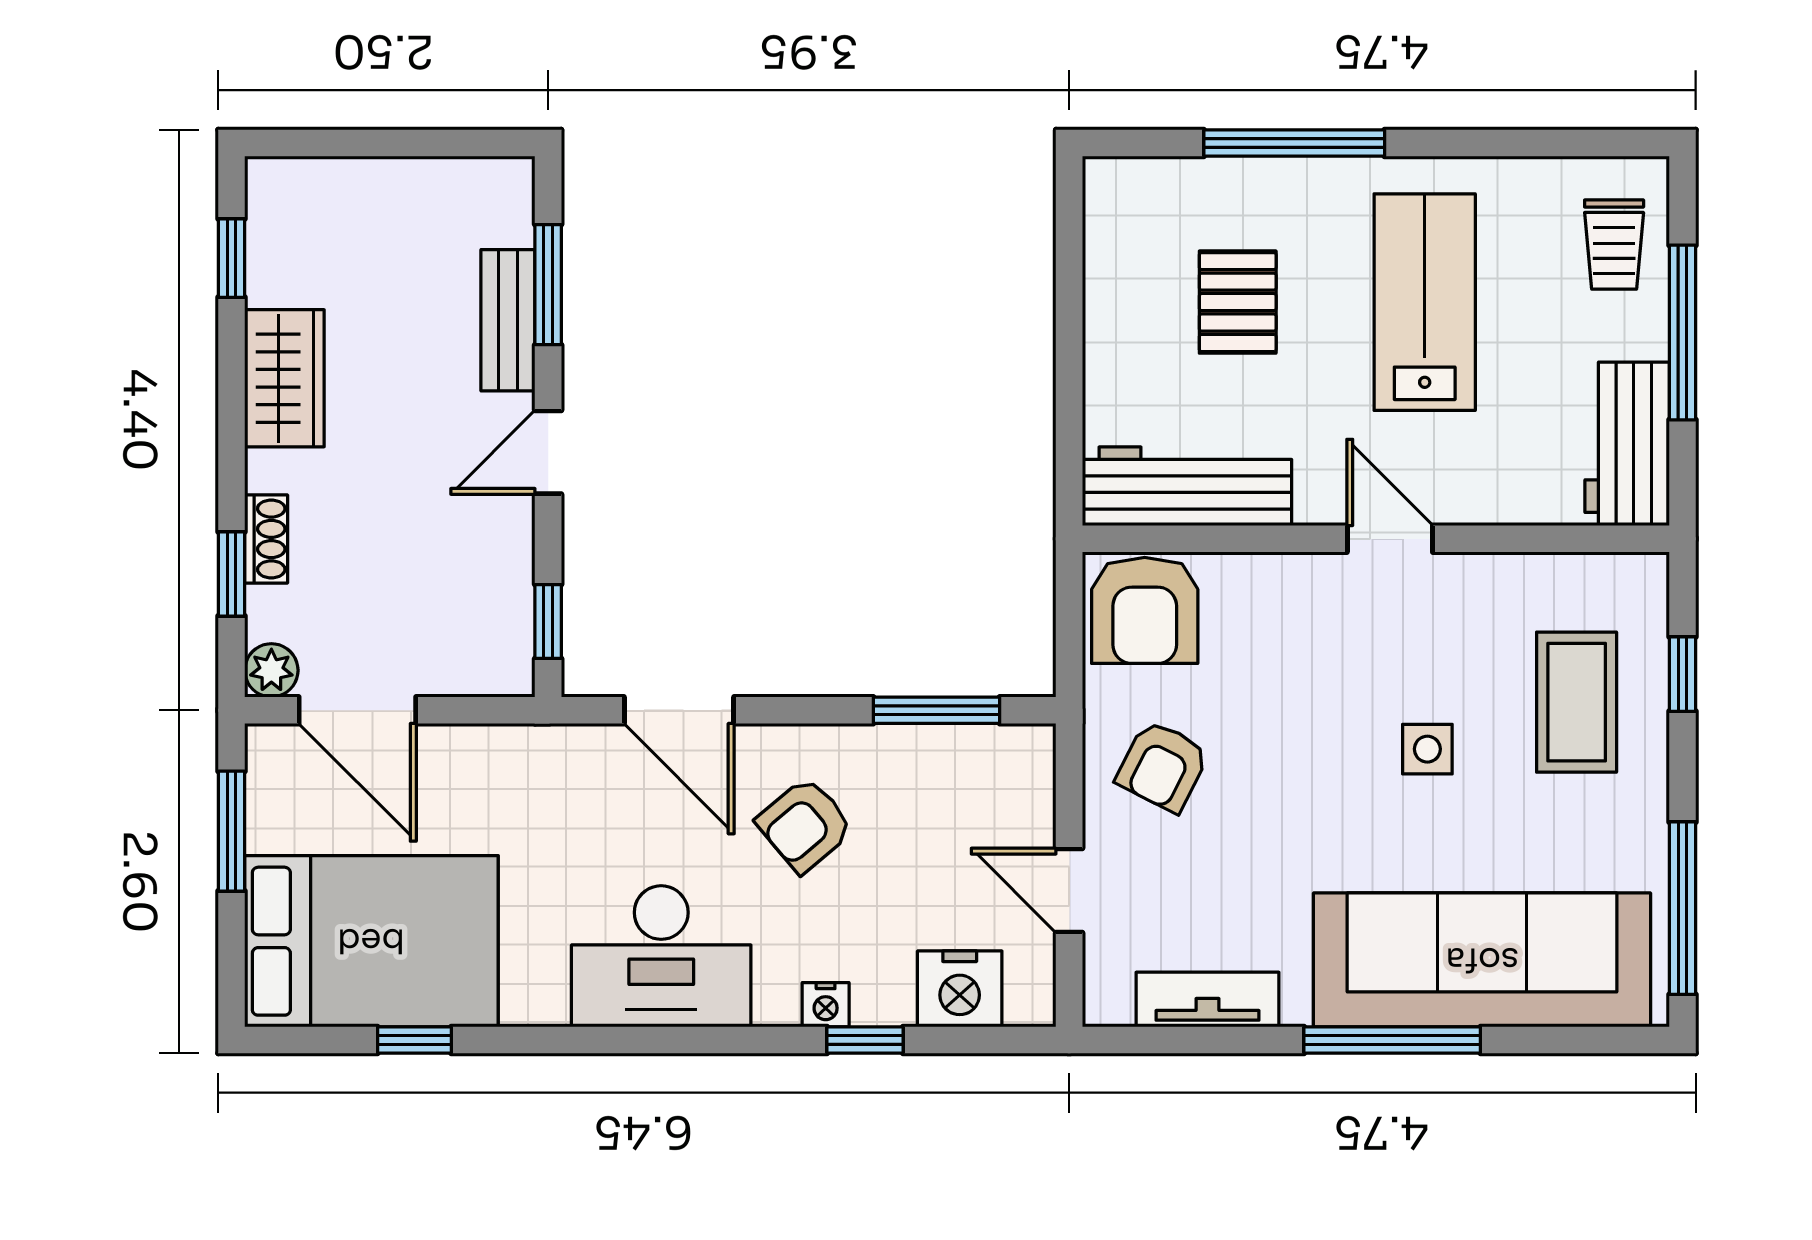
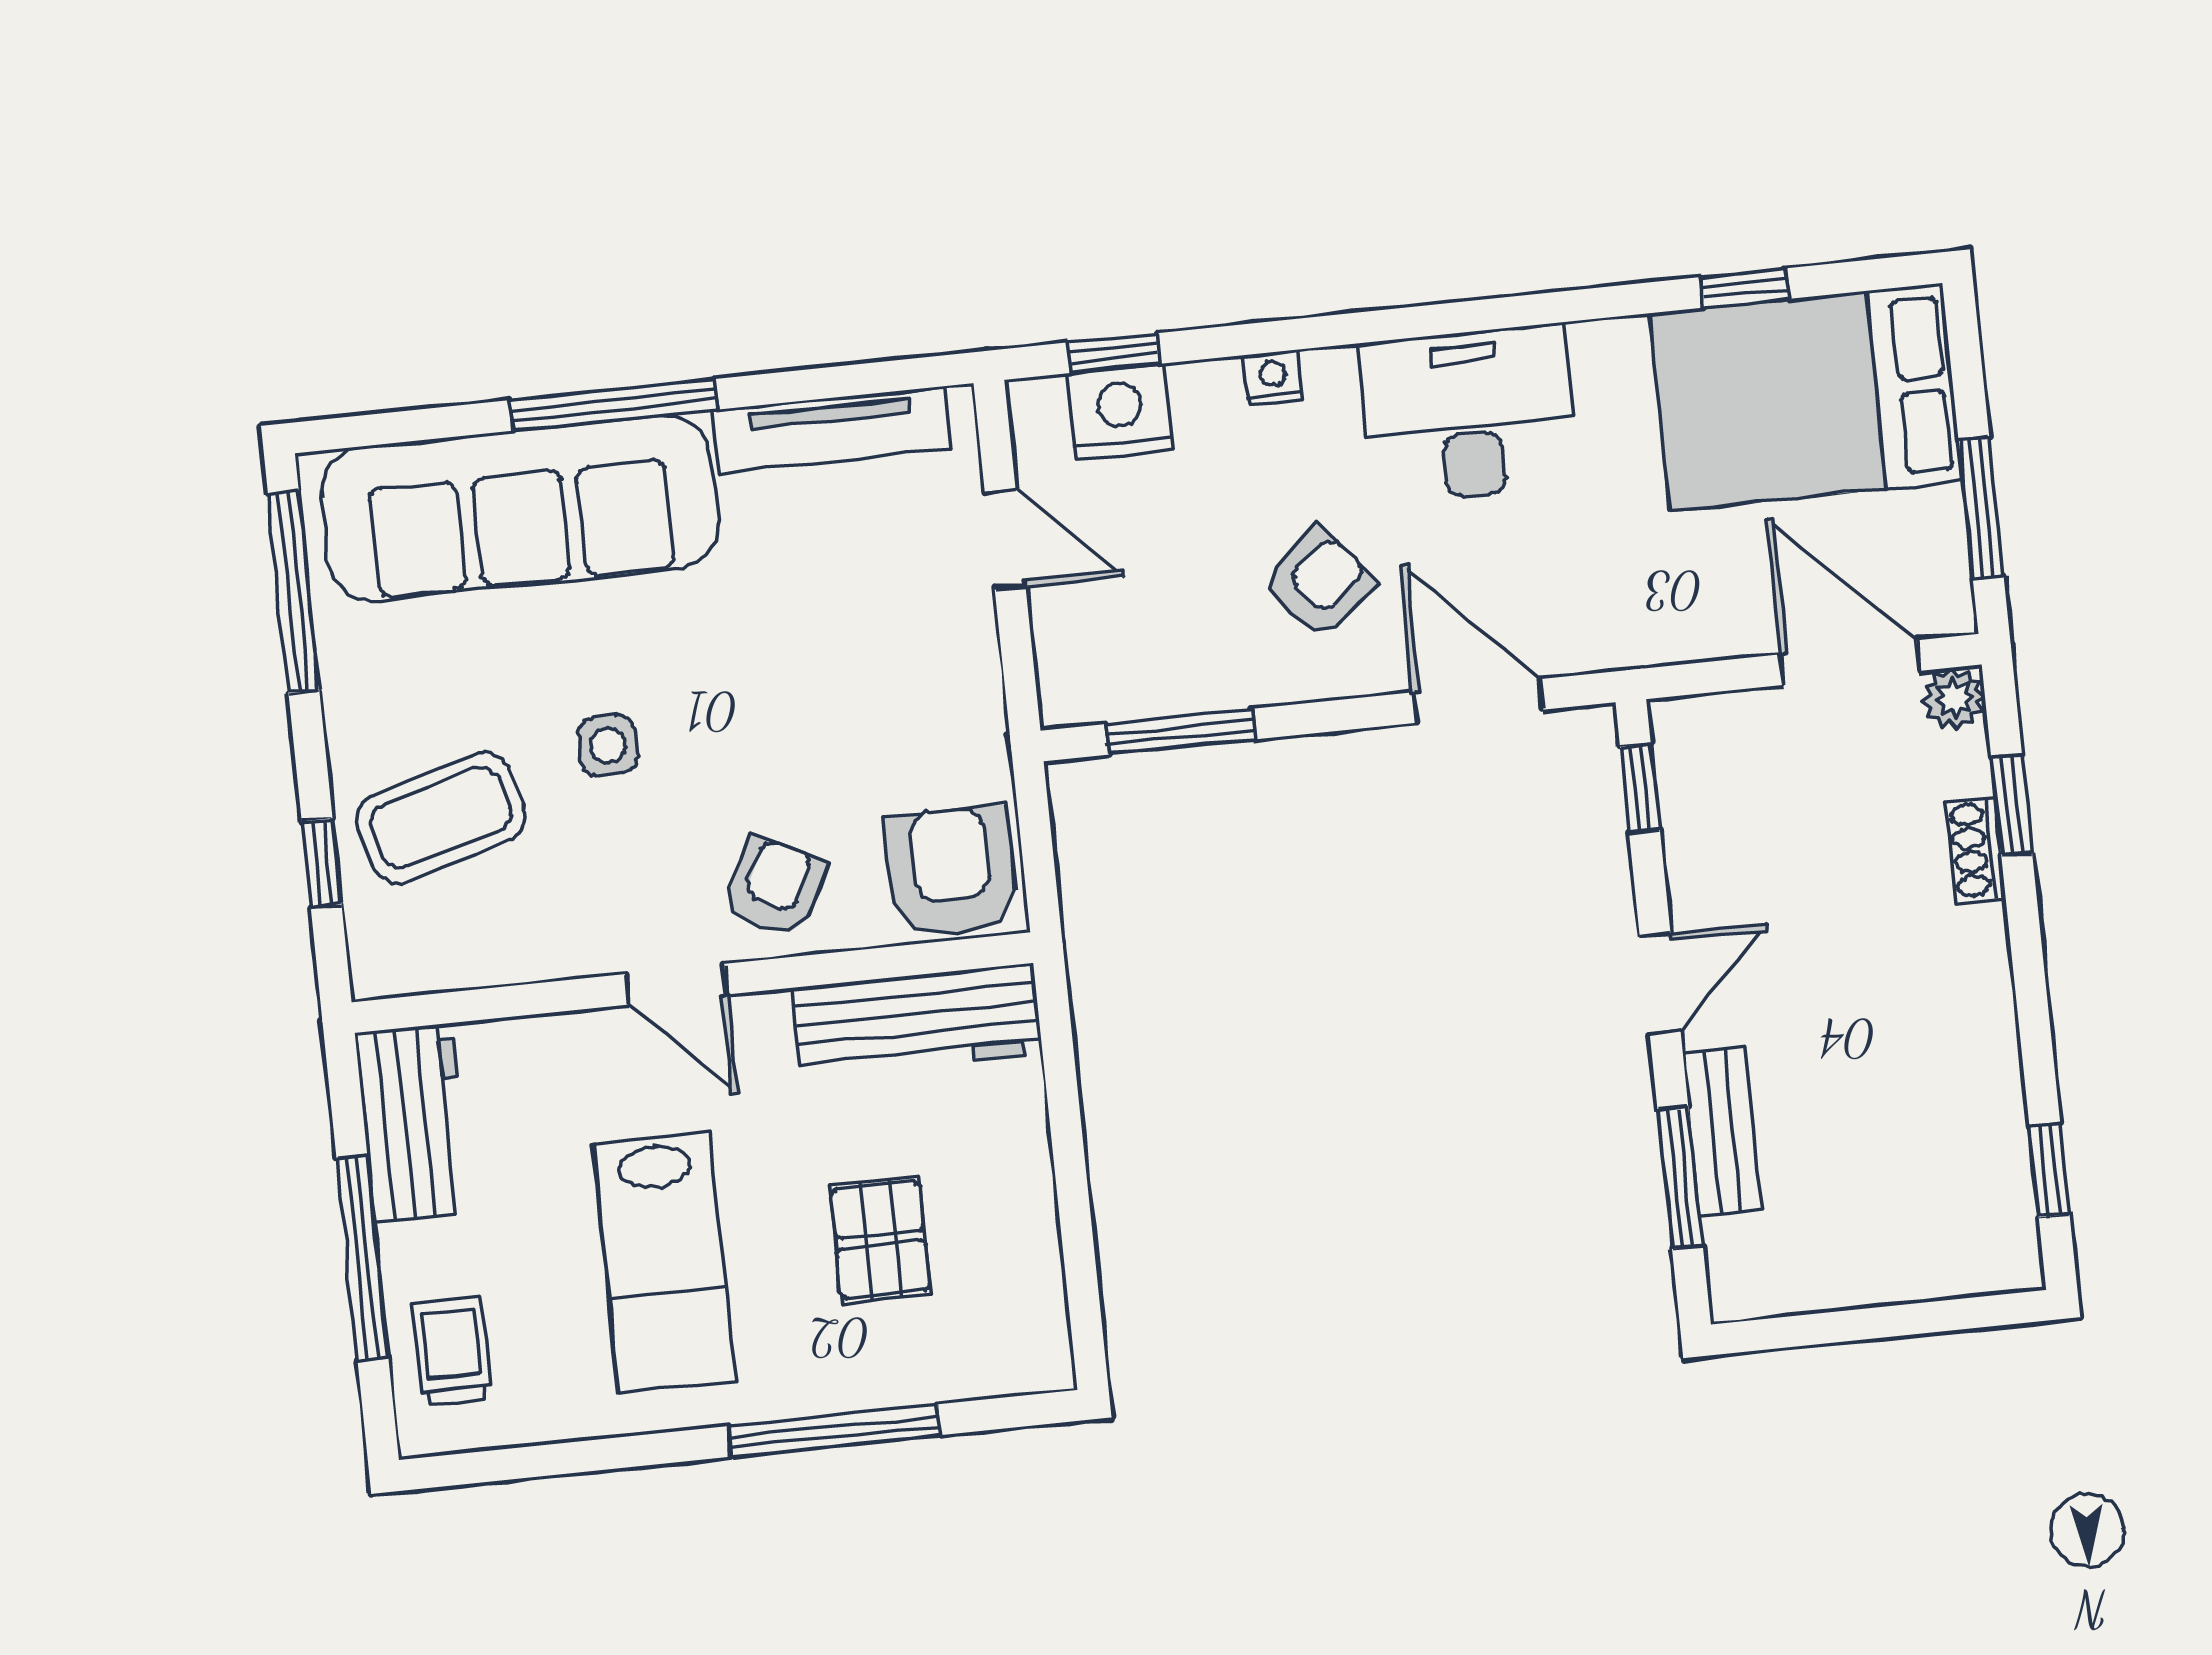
wardrobe: (284, 378) -> (1974, 1038), removed
coffee table: (1577, 702) -> (441, 818), turned 74
armchair: (1163, 766) -> (775, 887), moved
tv unit: (1207, 999) -> (832, 430), width x1.41
window: (865, 1040) -> (1114, 353), moved

